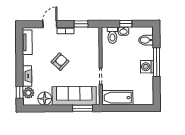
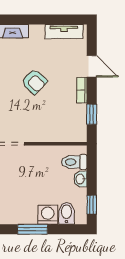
window: (126, 24) -> (92, 205), moved
window: (156, 62) -> (33, 229), width x0.69
washing machine: (147, 67) -> (48, 215), moved

